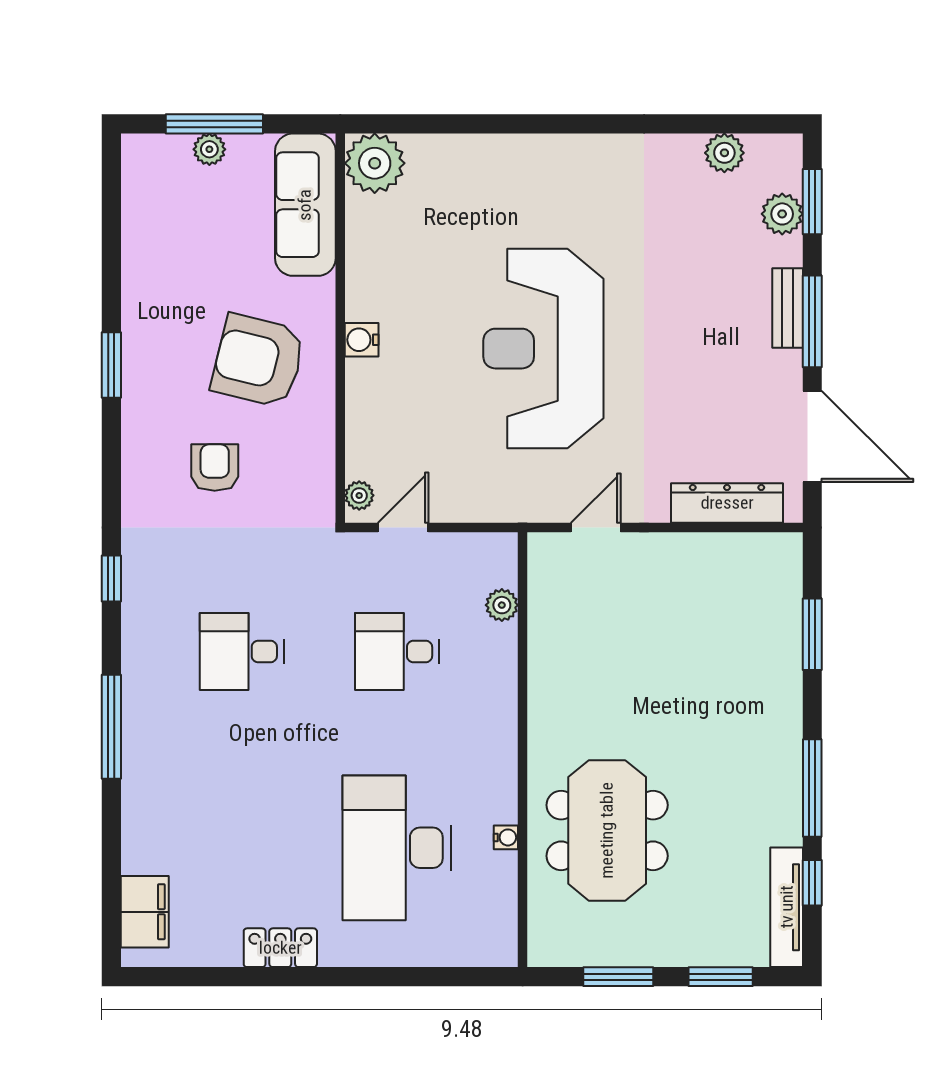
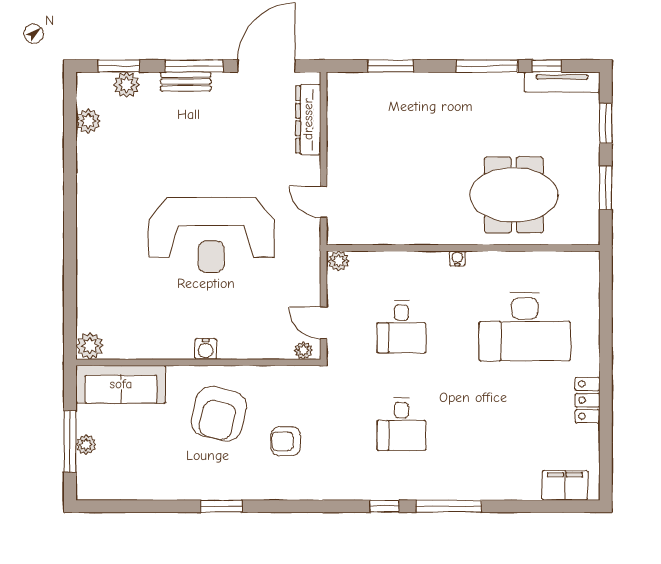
plant: (375, 163) -> (90, 346), width x0.73, depth x0.73
window: (111, 579) -> (385, 506), moved
plant: (502, 605) -> (339, 261), moved
water cooler: (506, 837) -> (457, 258), moved

